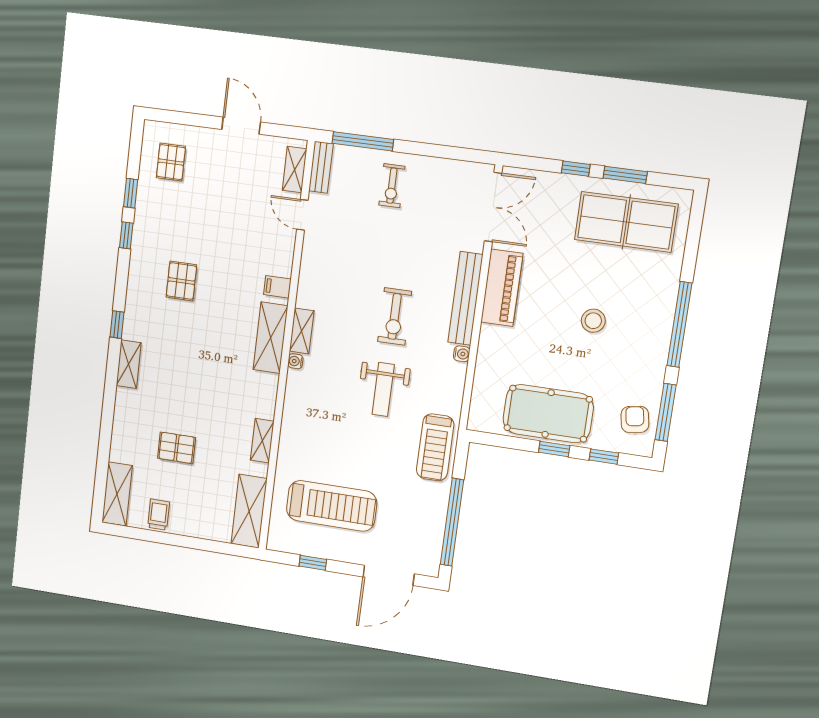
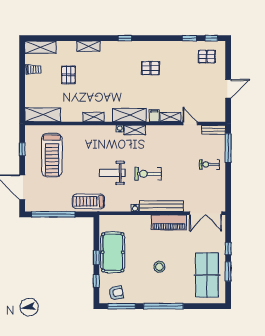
shelving: (295, 170) -> (170, 117), moved
door: (302, 215) -> (190, 123), hinge flipped
window: (126, 235) -> (211, 38), moved
shelving: (129, 364) -> (88, 46), moved
shelving: (262, 441) -> (93, 117), moved

